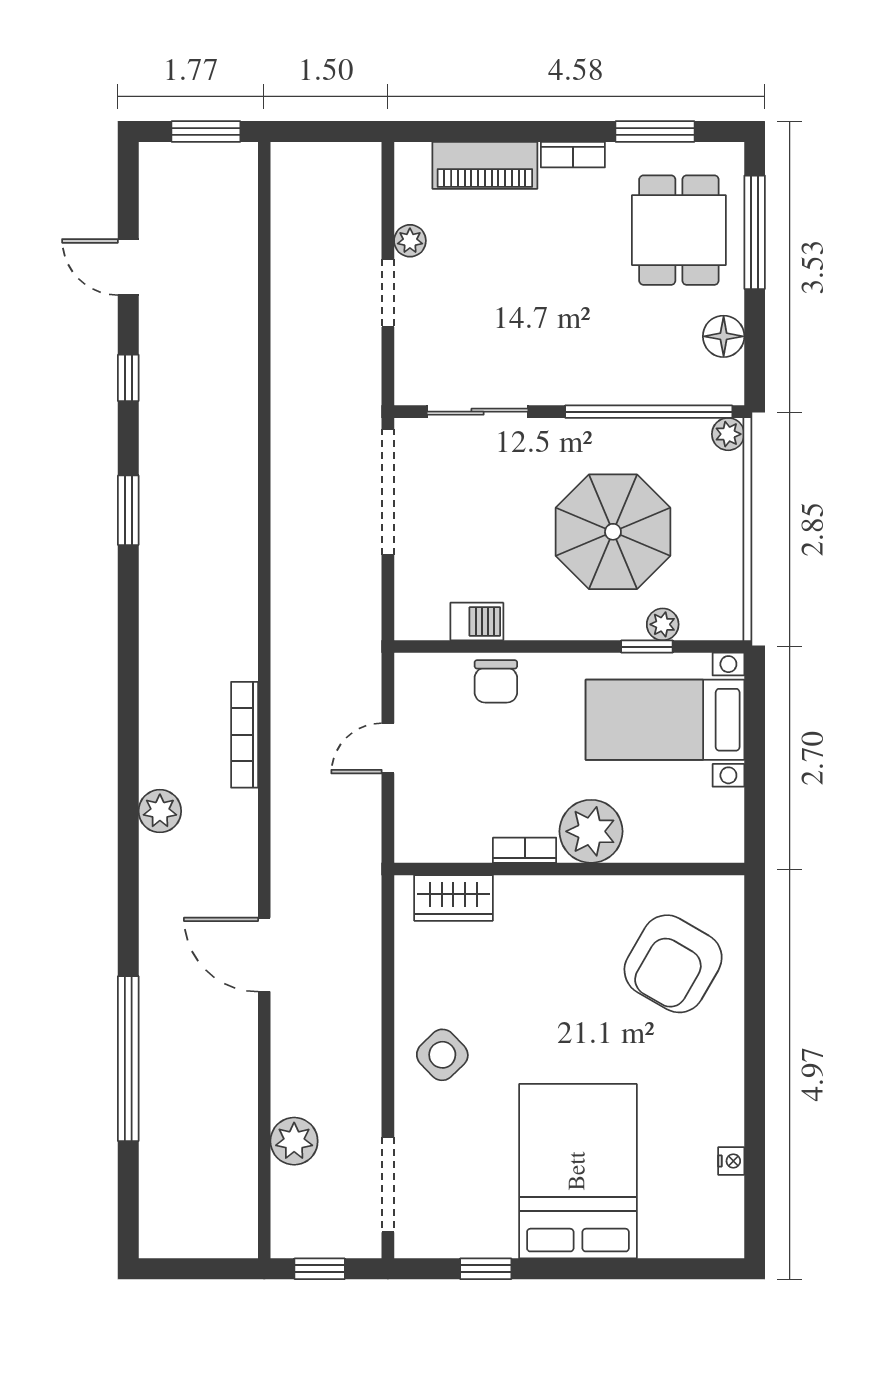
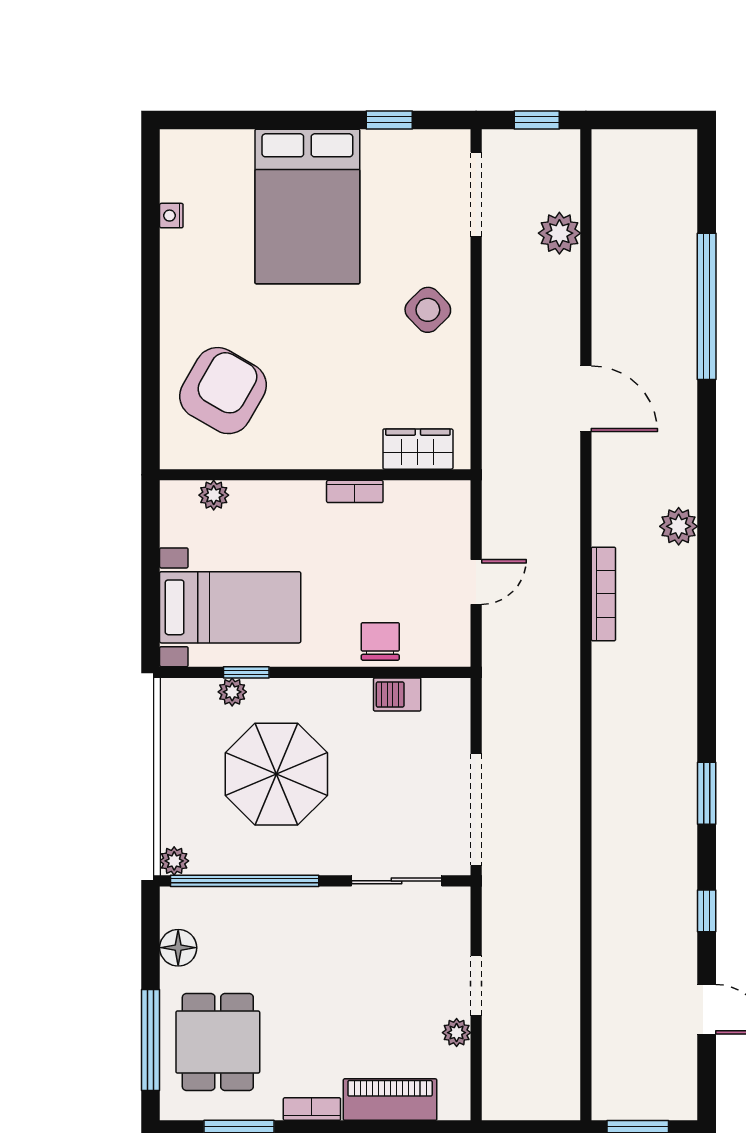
plant: (591, 831) -> (214, 495), moved, width x0.53, depth x0.53

